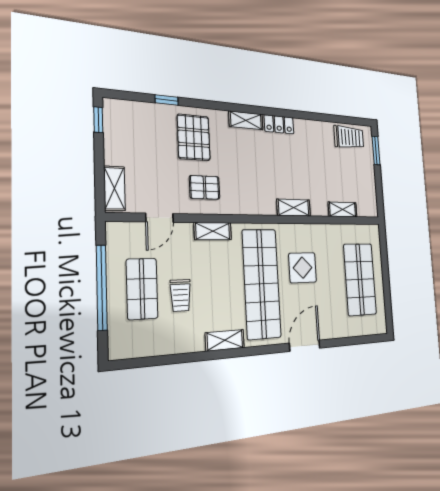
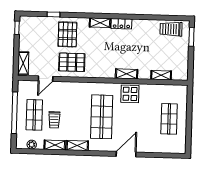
trolley: (349, 137) -> (171, 29), turned 180
pallet: (205, 187) -> (72, 62), width x1.50, depth x1.42
shelving: (213, 231) -> (55, 145), moved
display table: (303, 268) -> (130, 94), moved
shop shelf: (360, 279) -> (169, 119), width x0.70, depth x0.74
shop shelf: (262, 284) -> (102, 117), width x0.71
plant: (140, 349) -> (32, 145), added

